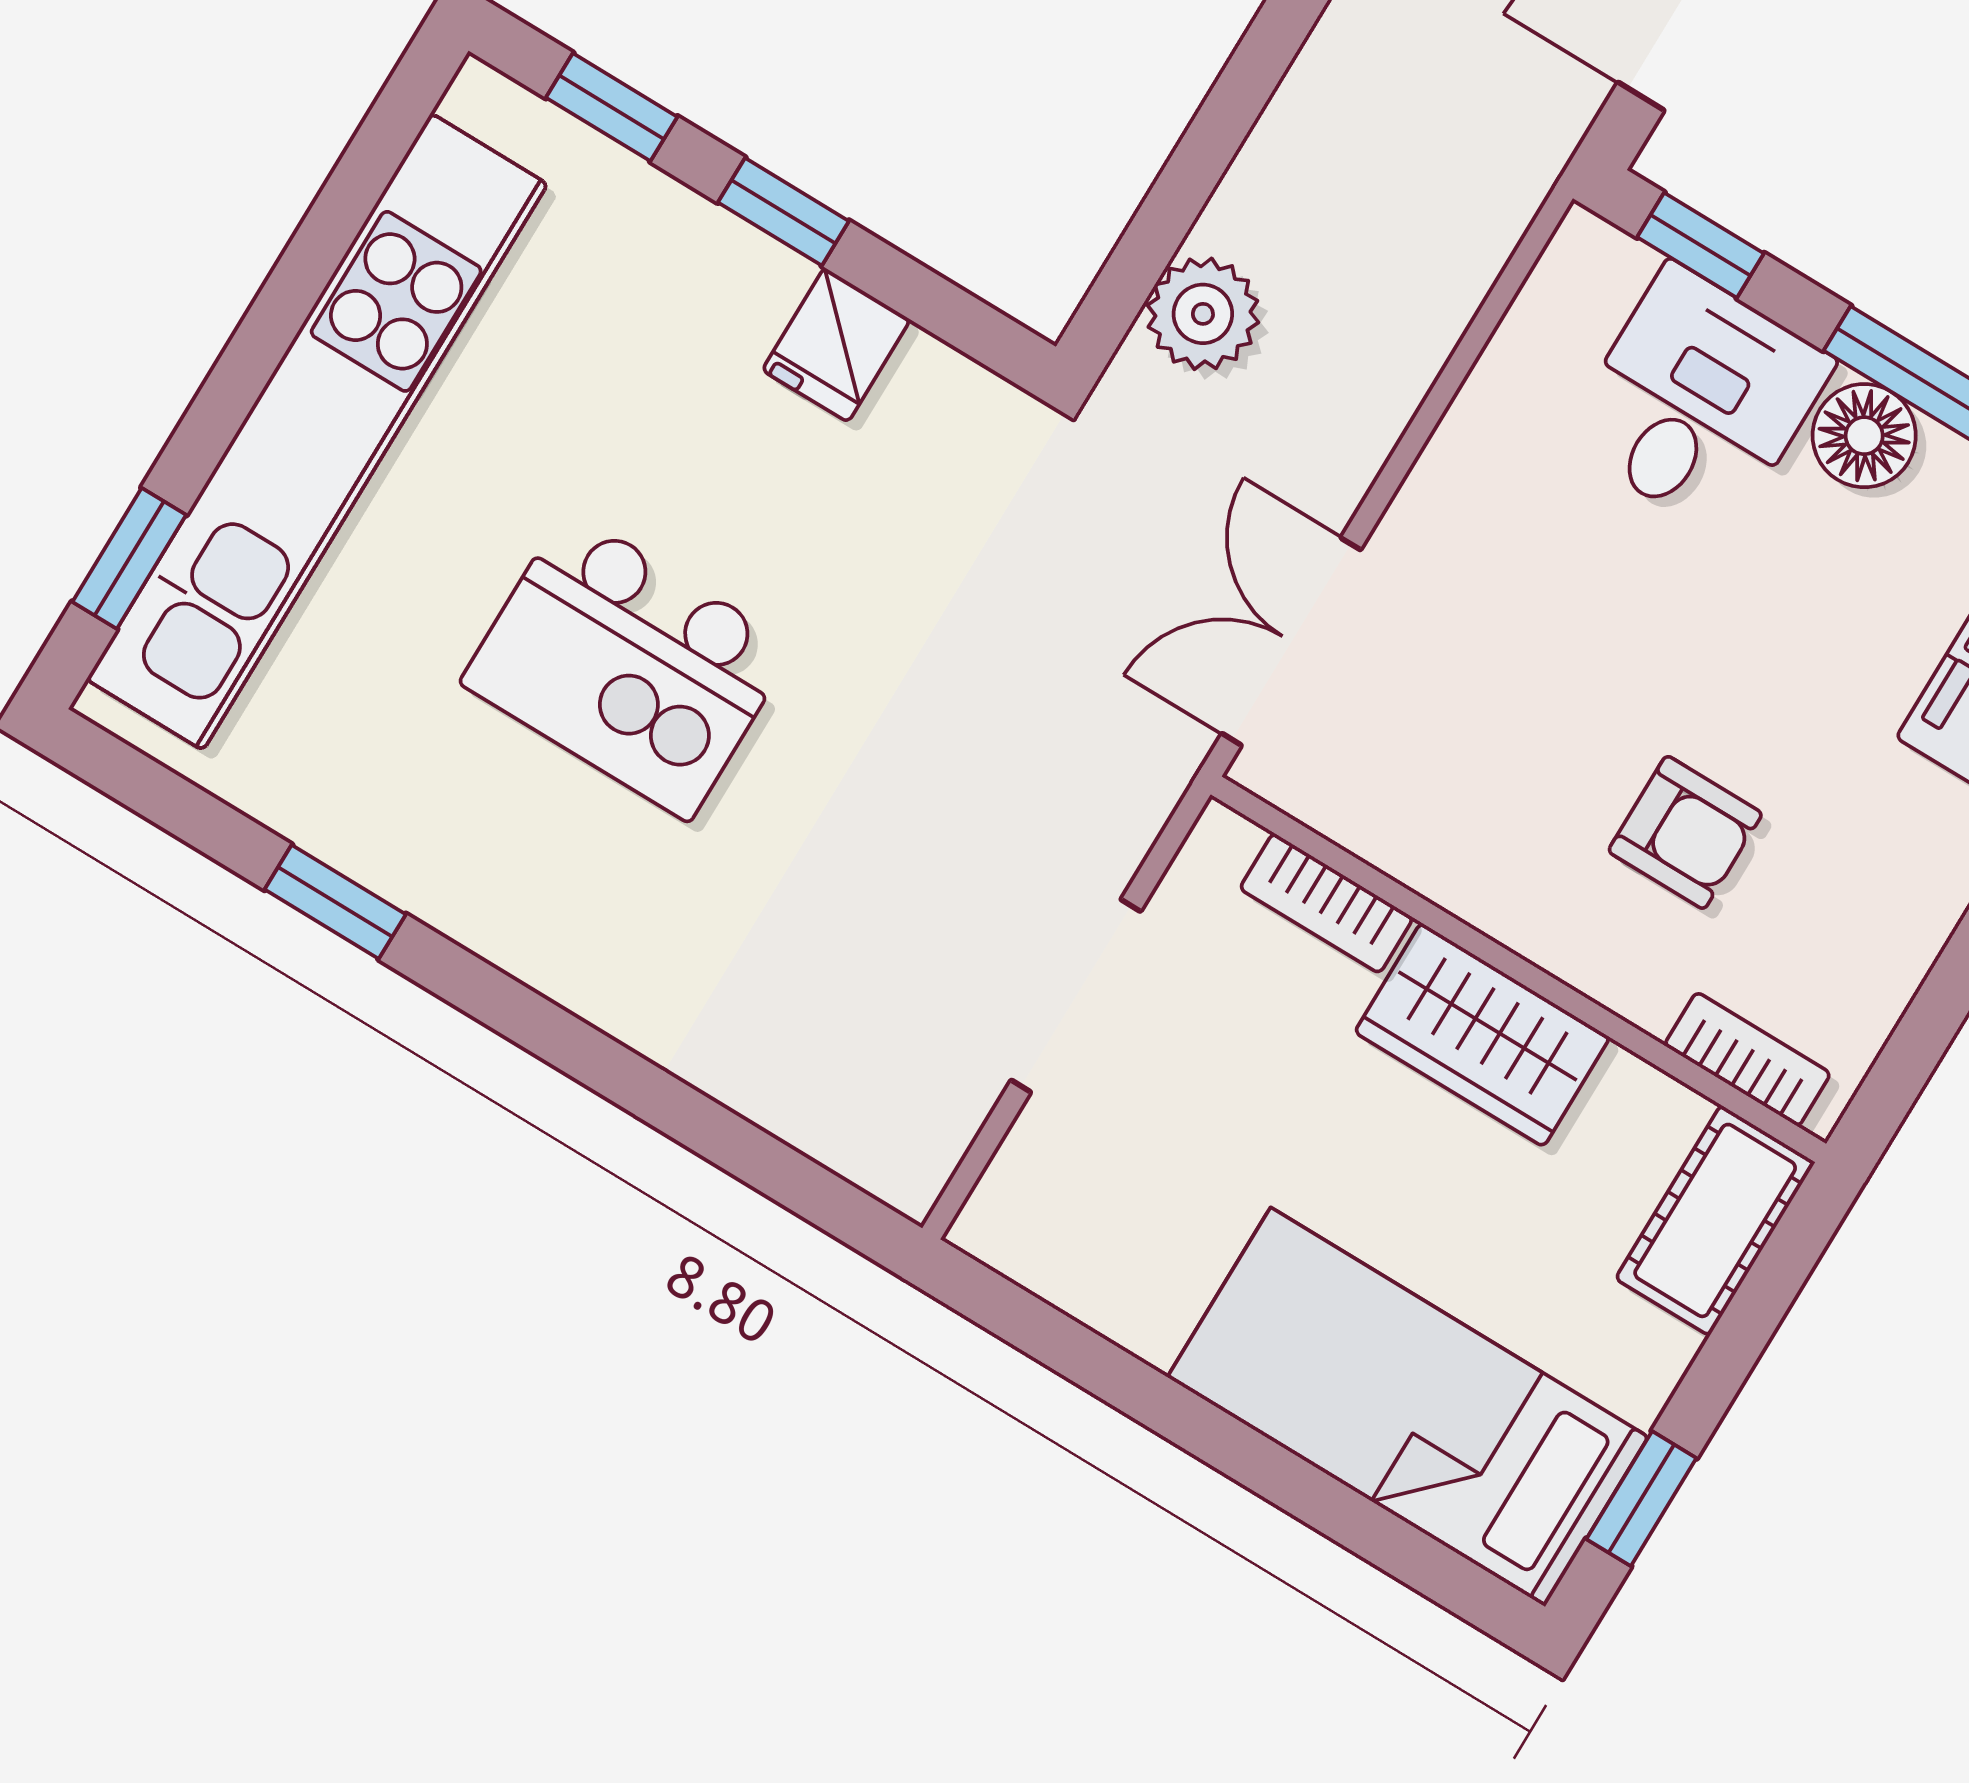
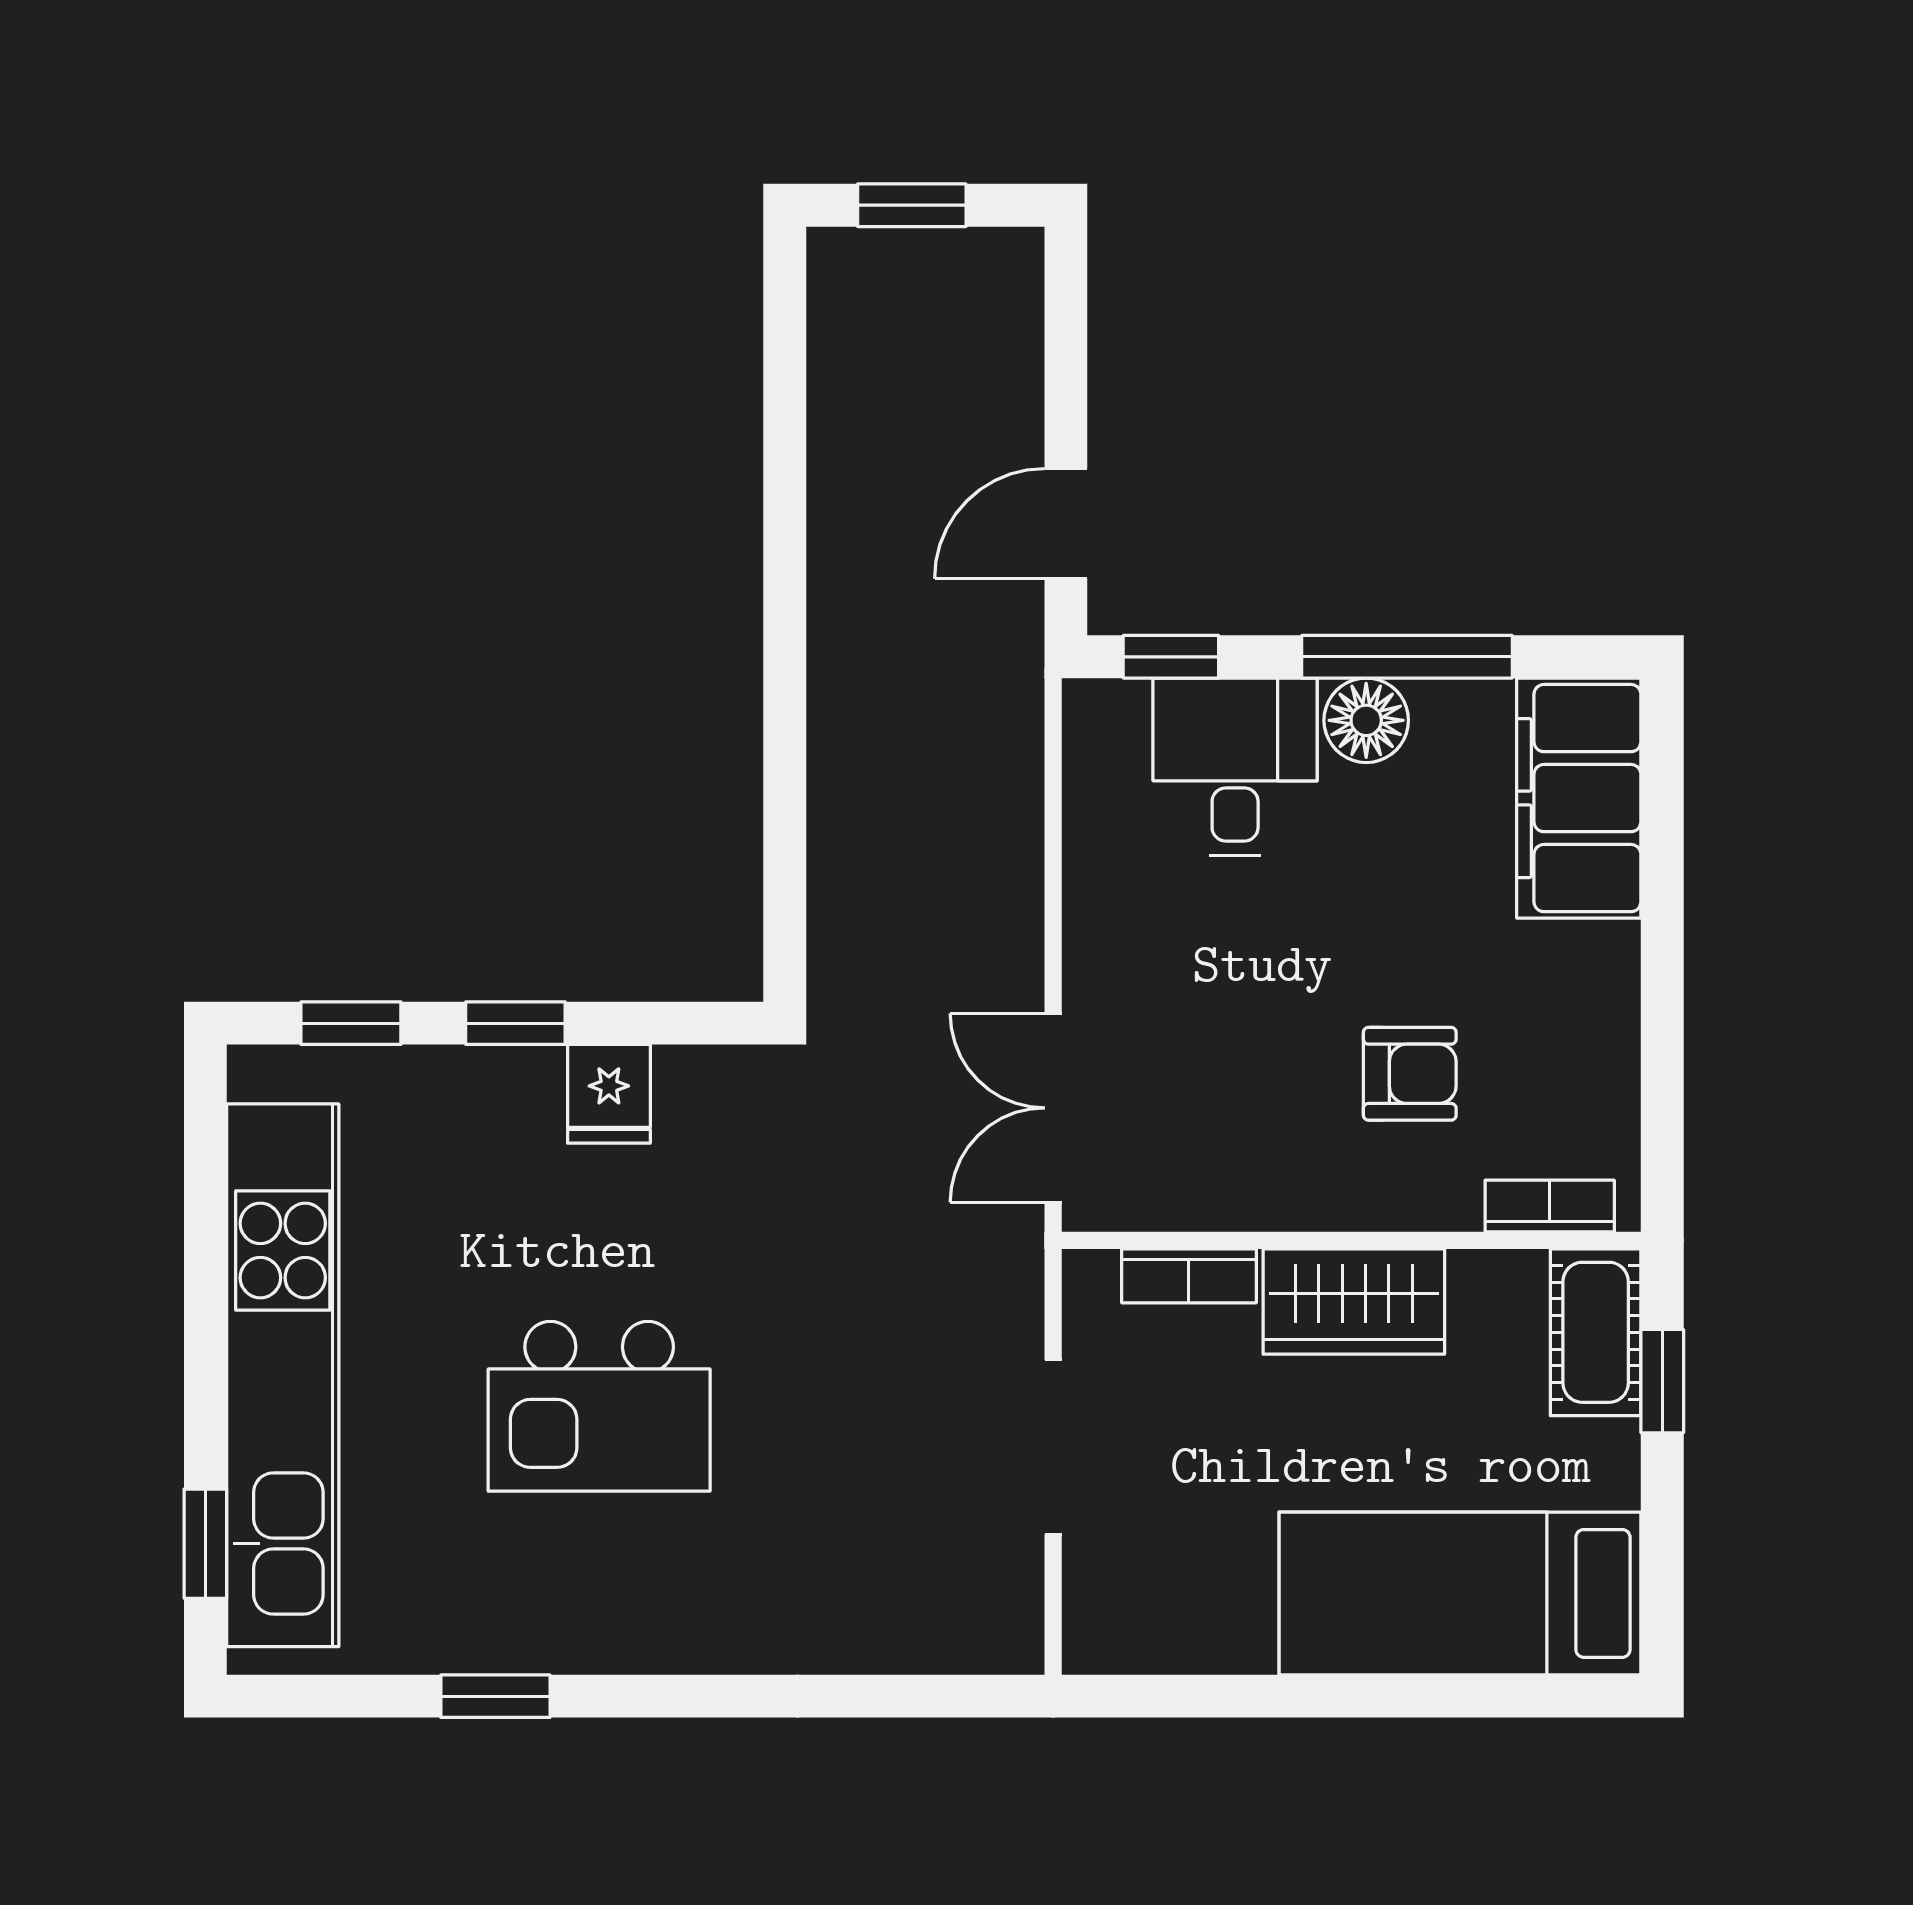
plant: (1203, 314) -> (852, 916), removed
window: (1641, 1499) -> (1662, 1381), moved

